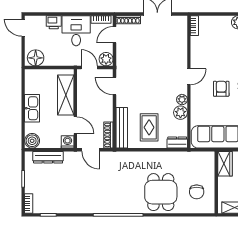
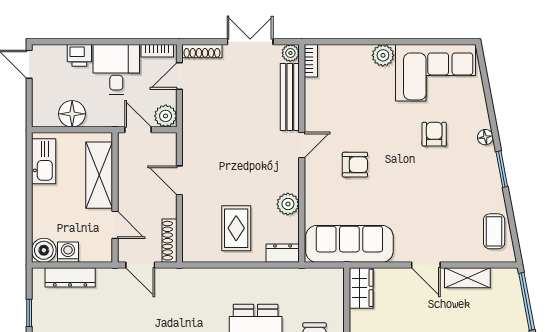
floor lamp: (36, 58) -> (72, 114), moved
door: (114, 86) -> (179, 180), moved
armchair: (221, 89) -> (355, 165), turned 90
plant: (182, 100) -> (290, 53), moved
kitchen sink: (32, 108) -> (44, 161), moved
bench: (122, 128) -> (290, 97), moved
washing machine: (68, 142) -> (68, 252), moved

